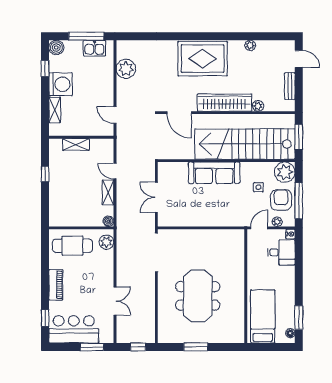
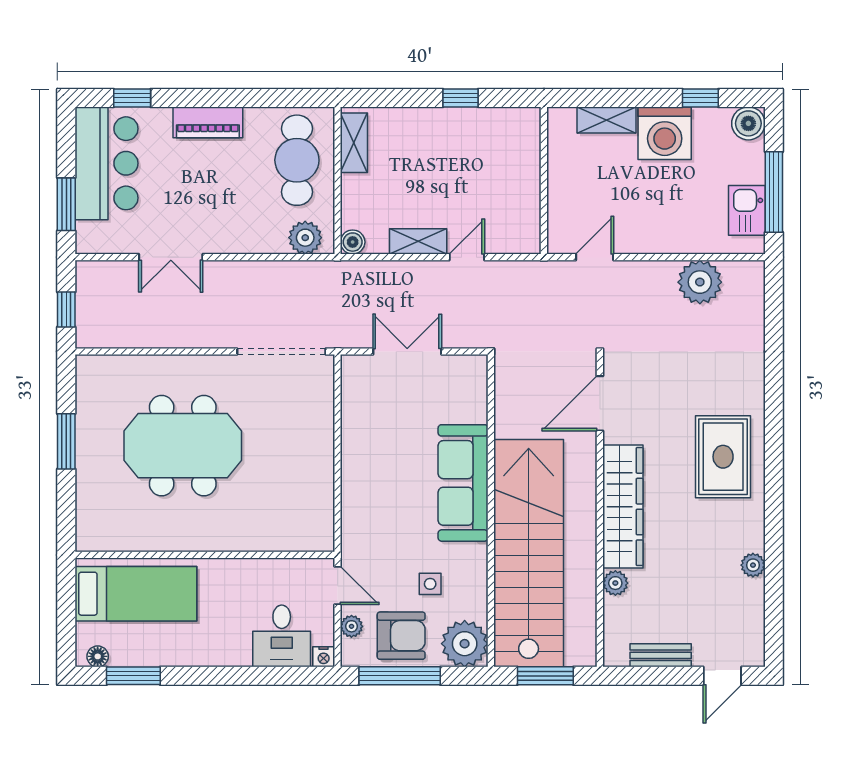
rug: (203, 59) -> (723, 457), width x0.73, depth x0.69
shelving: (76, 144) -> (354, 143), moved

